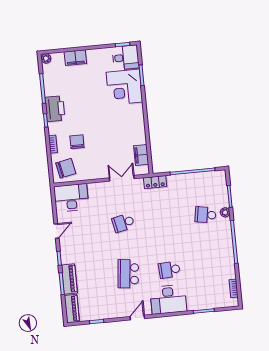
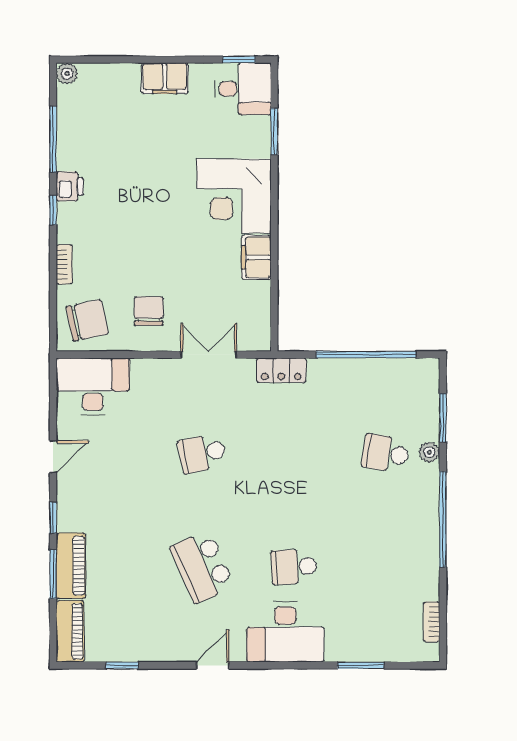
filing cabinet: (75, 58) -> (165, 78), moved
corner desk: (124, 87) -> (234, 196), moved
printer: (55, 109) -> (70, 186), width x0.53, depth x0.68
chair: (77, 142) -> (149, 311), moved
filing cabinet: (141, 155) -> (256, 257), moved
school desk: (128, 274) -> (202, 567), turned -30

